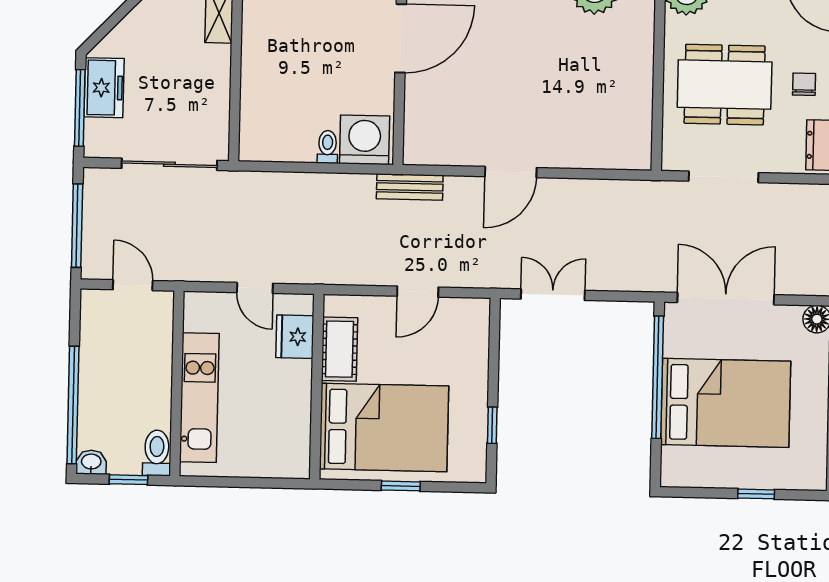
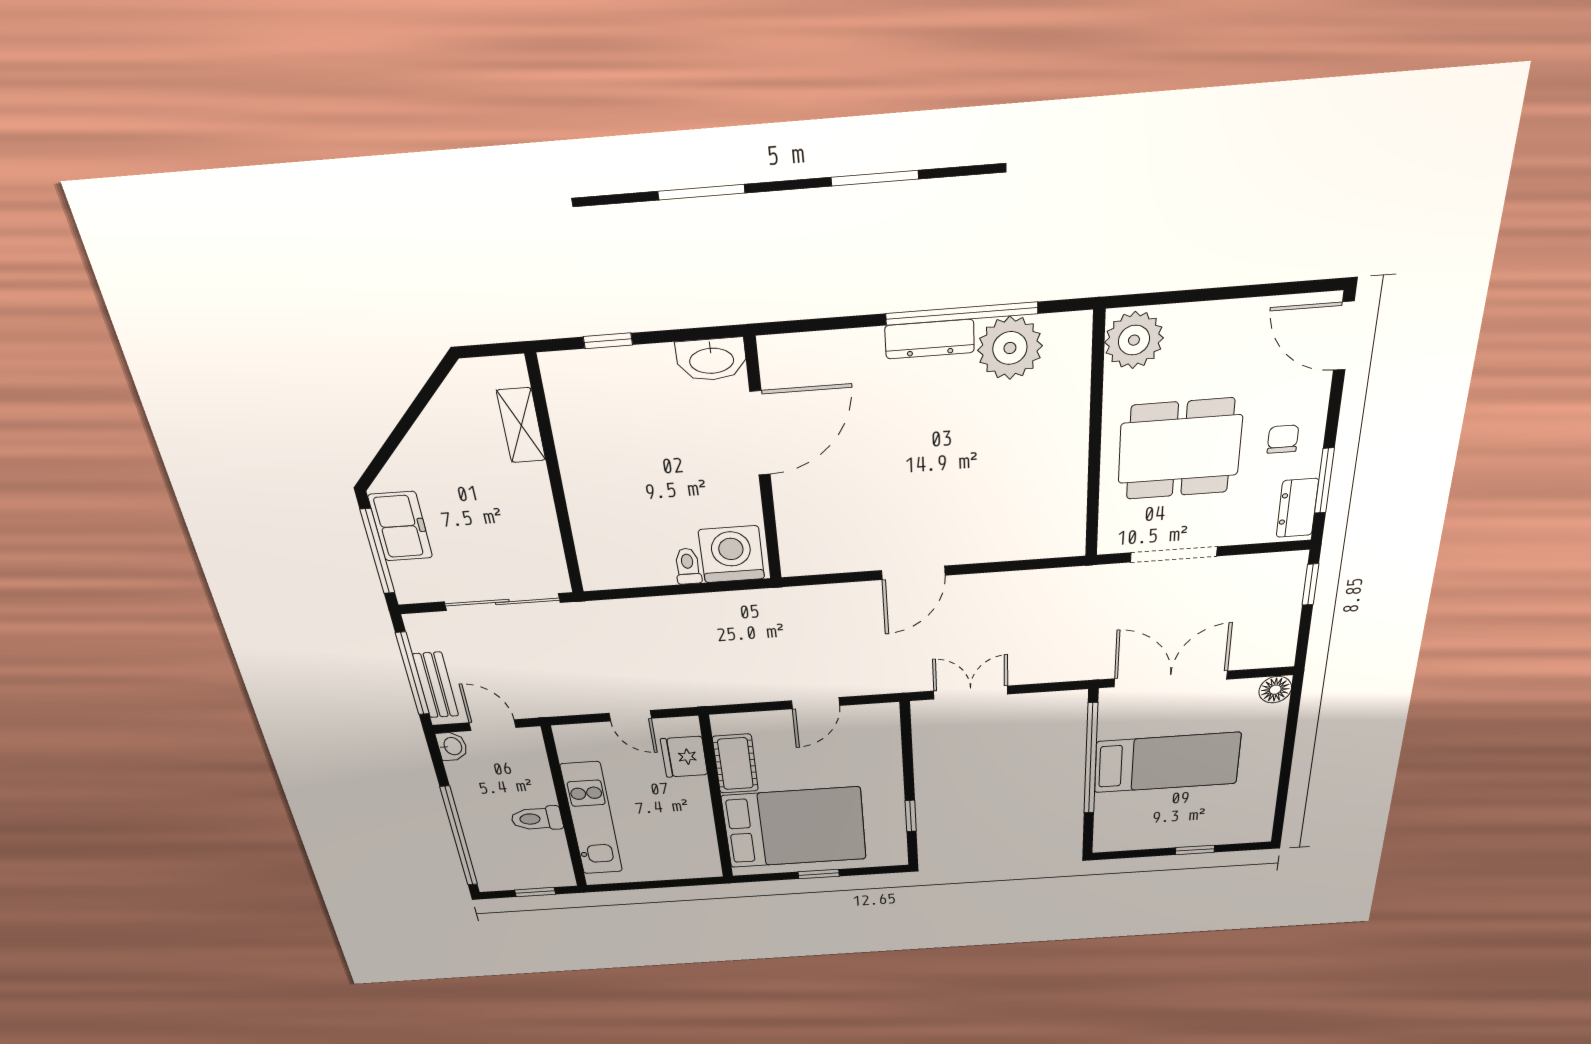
bench: (410, 187) -> (436, 685), moved, turned 90
bed: (726, 403) -> (1167, 763), width x0.67
toilet: (157, 453) -> (537, 819), moved, turned -90
washbasin: (91, 462) -> (452, 746), moved, turned 90

